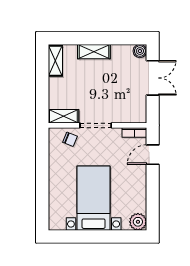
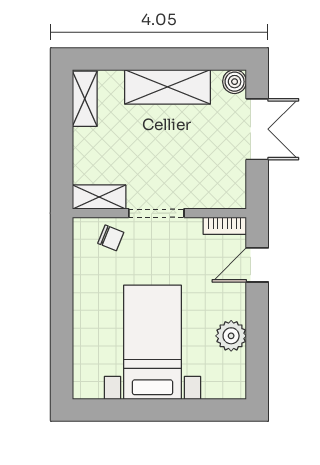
shelving: (94, 52) -> (167, 87), width x1.50, depth x1.33
plant: (138, 222) -> (231, 336), moved

